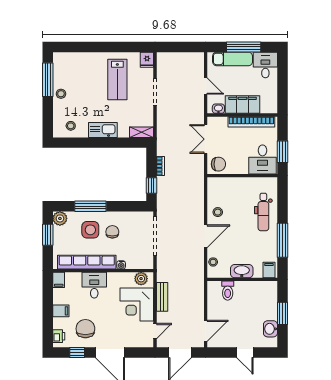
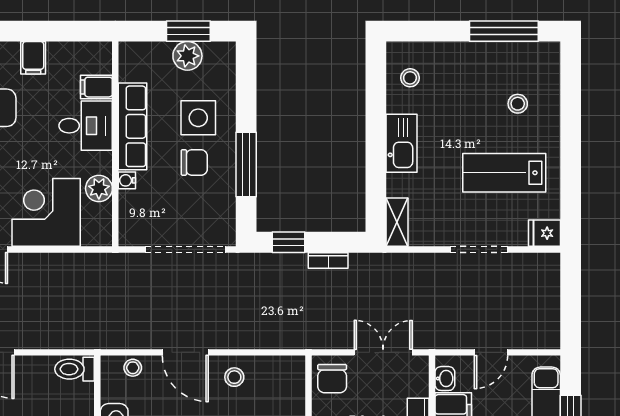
stool: (61, 94) -> (518, 104), moved
window: (90, 206) -> (246, 165), moved
plant: (60, 218) -> (187, 56), moved
row of seats: (87, 262) -> (132, 126), width x0.73
plant: (141, 279) -> (99, 188), moved
filing cabinet: (59, 280) -> (96, 87), moved
toilet: (228, 291) -> (75, 369), moved
bench: (162, 297) -> (62, 264), removed

